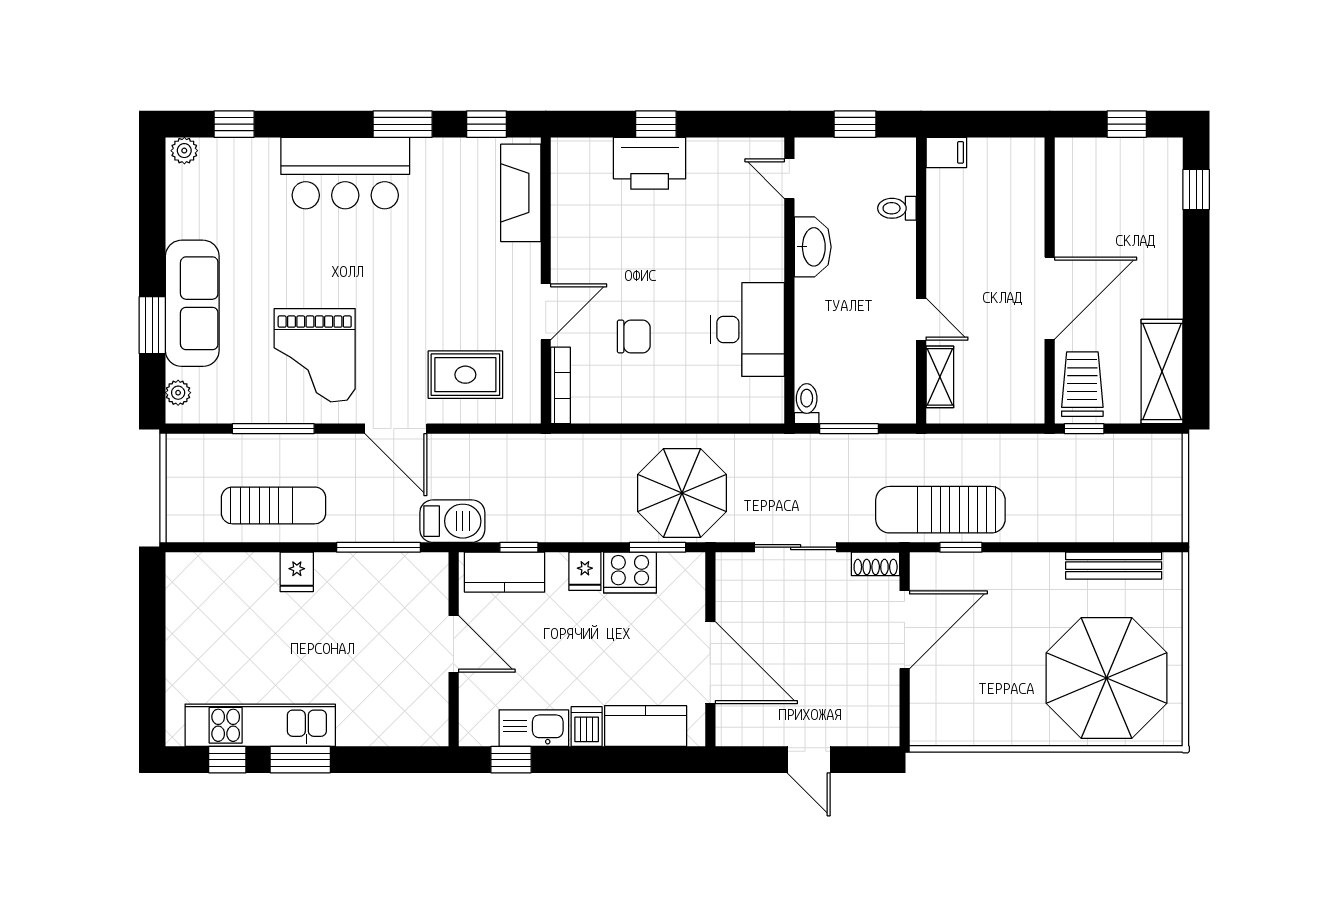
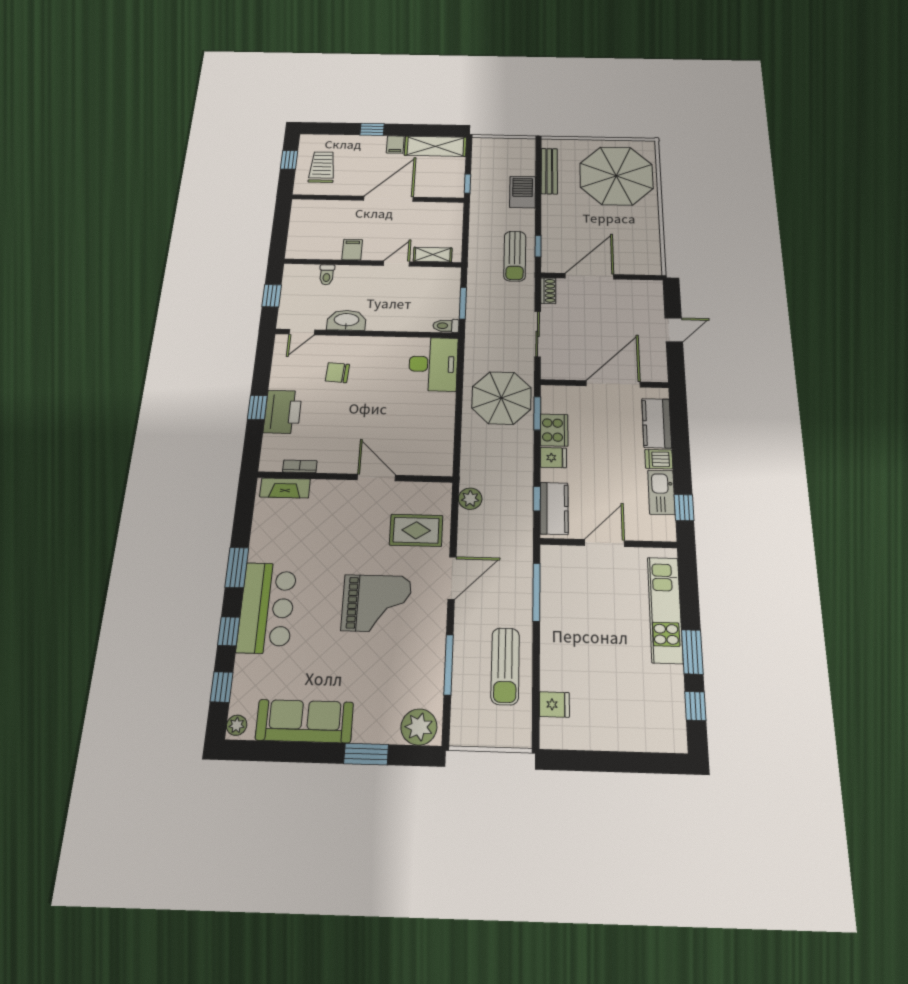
window: (487, 124) -> (229, 631), moved
filing cabinet: (946, 152) -> (352, 250), moved
window: (1196, 189) -> (372, 129), moved
fireplace: (521, 193) -> (285, 488), width x0.73, depth x0.76
door: (1050, 298) -> (388, 199), hinge flipped
sofa: (192, 303) -> (305, 721), moved
filing cabinet: (1164, 303) -> (395, 145), added
desk: (748, 329) -> (433, 364), moved, turned 90
chair: (634, 337) -> (337, 373), moved, turned -86
grand piano: (315, 355) -> (376, 603), moved
rug: (465, 375) -> (416, 530), turned 90
trolley: (1082, 384) -> (322, 167), moved, turned 90
bookcase: (561, 385) -> (300, 466), moved, width x0.64
plant: (178, 393) -> (419, 727), width x1.88, depth x1.88
plant: (516, 451) -> (470, 499), added
sun lounger: (274, 505) -> (505, 666), turned 180
sun lounger: (940, 510) -> (515, 256), width x0.73, depth x0.75
barbecue: (452, 521) -> (523, 192), moved
fridge: (297, 572) -> (554, 704), moved
door: (905, 630) -> (589, 276), hinge flipped
kitchen unit: (260, 725) -> (665, 610), moved

